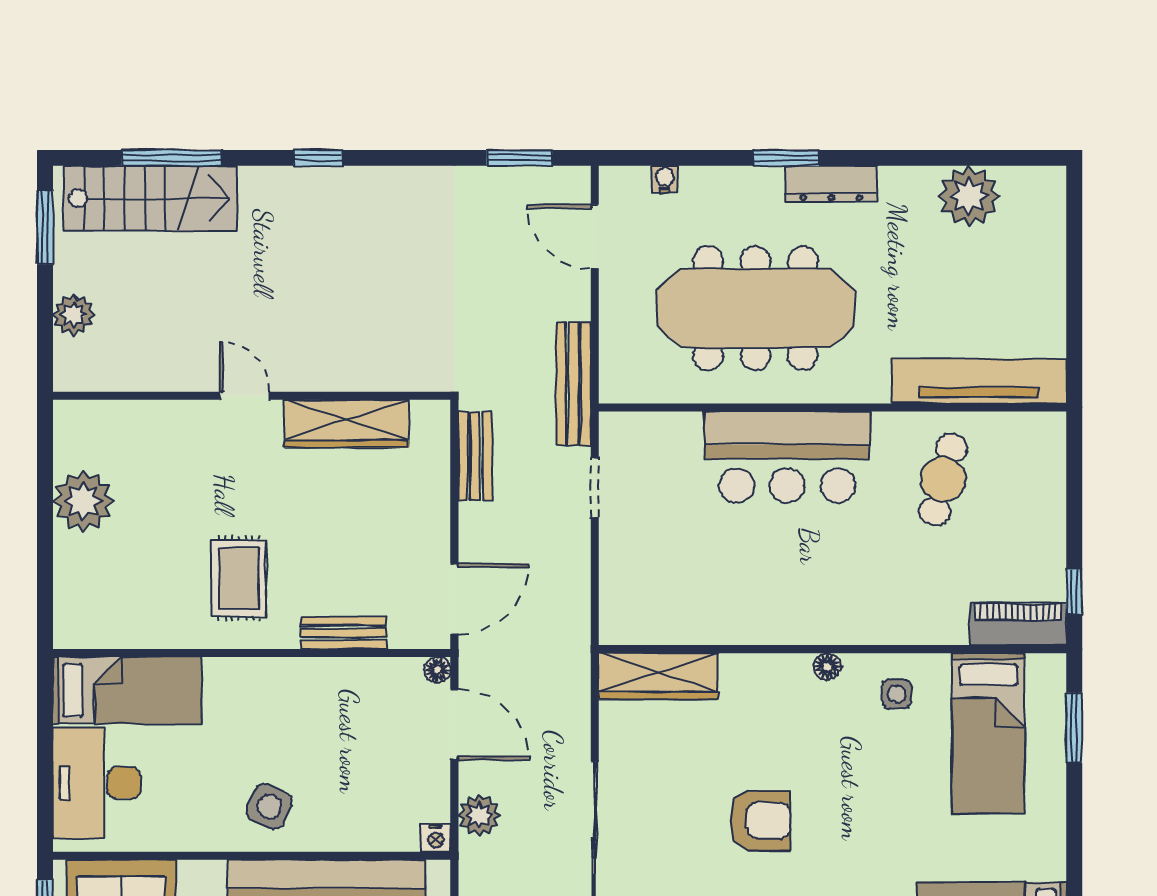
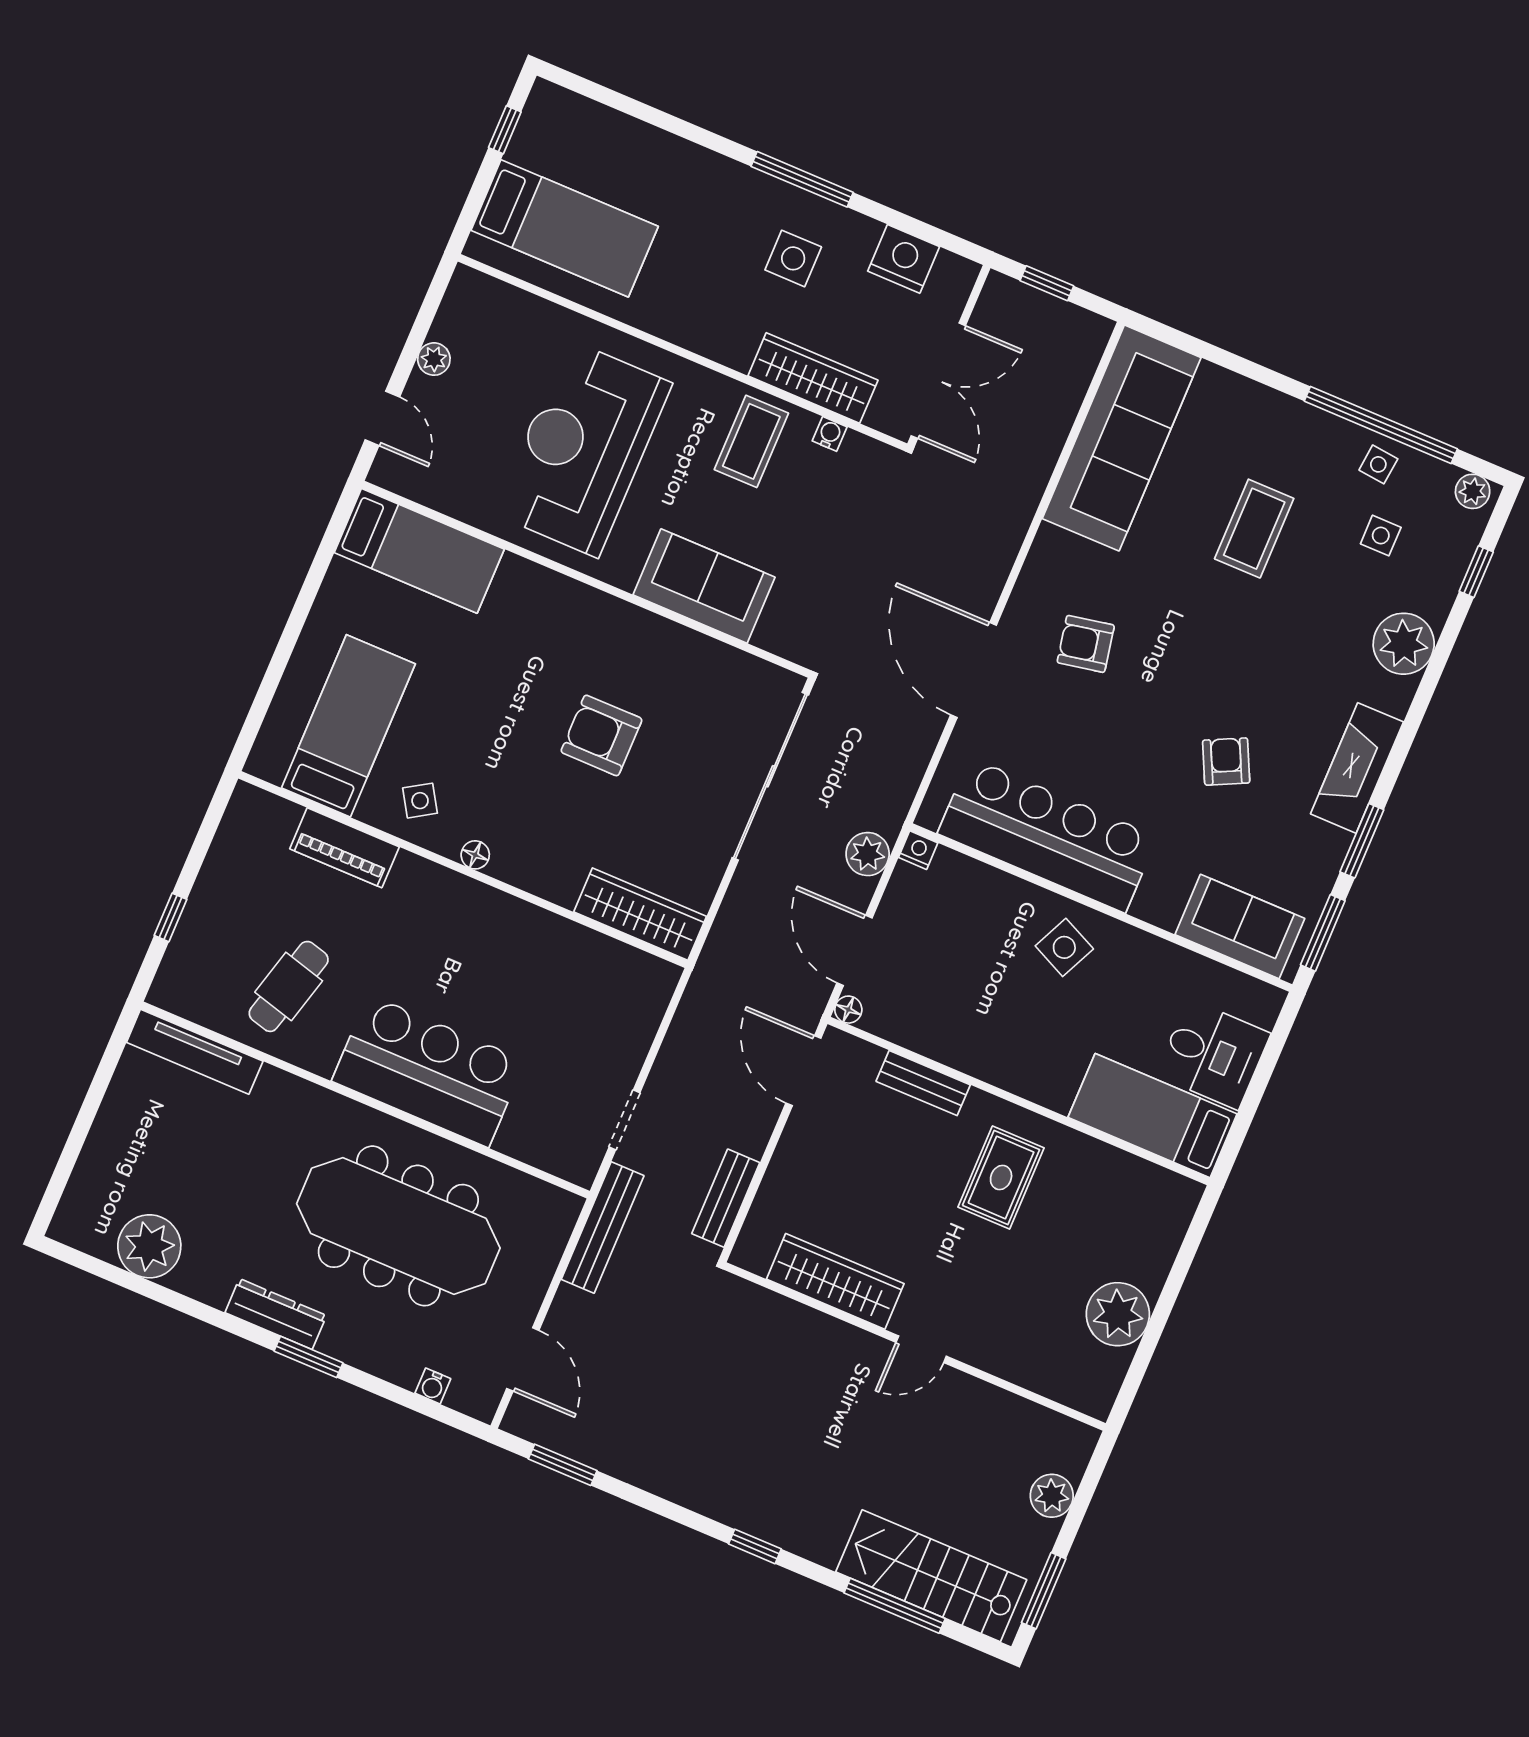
tv unit: (979, 381) -> (195, 1052), width x0.73, depth x0.78
door: (245, 396) -> (921, 1349), hinge flipped
window: (1074, 592) -> (171, 917), moved
door: (454, 599) -> (803, 1071), hinge flipped
piano: (1018, 624) -> (345, 848), moved
side table: (897, 694) -> (420, 801), turned -32
window: (1074, 728) -> (264, 696), removed
desk: (97, 783) -> (1213, 1054), width x0.73

